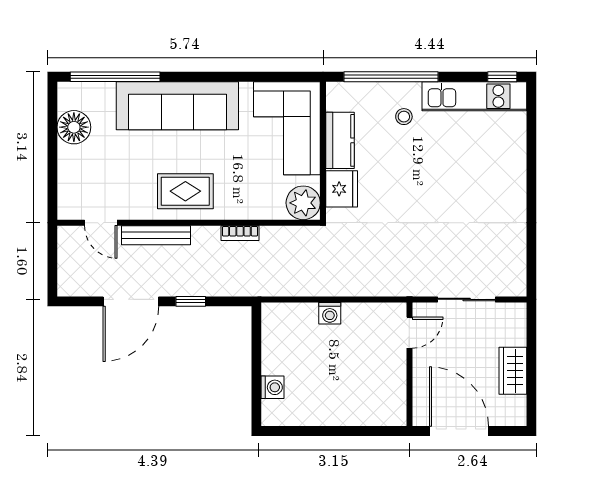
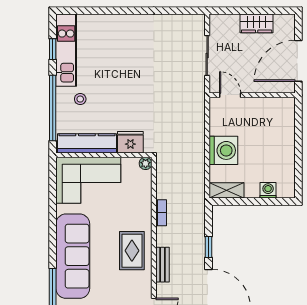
window: (502, 77) -> (53, 49), moved
kitchen counter: (340, 140) -> (87, 143), width x1.50
plant: (303, 203) -> (146, 163), width x0.53, depth x0.53
bench: (156, 235) -> (163, 265), width x0.73
washing machine: (330, 313) -> (223, 150), width x1.89, depth x1.89
shelving: (272, 327) -> (226, 190), added

